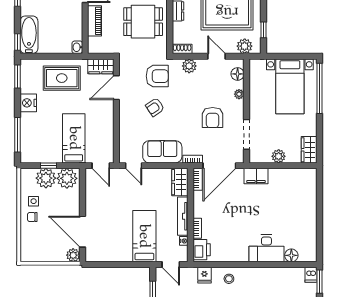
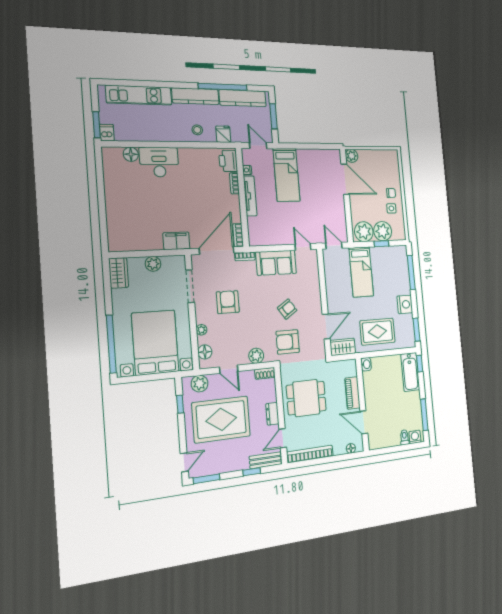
bed with nightstands: (290, 86) -> (155, 342), width x1.36
wardrobe: (180, 182) -> (256, 232), removed

